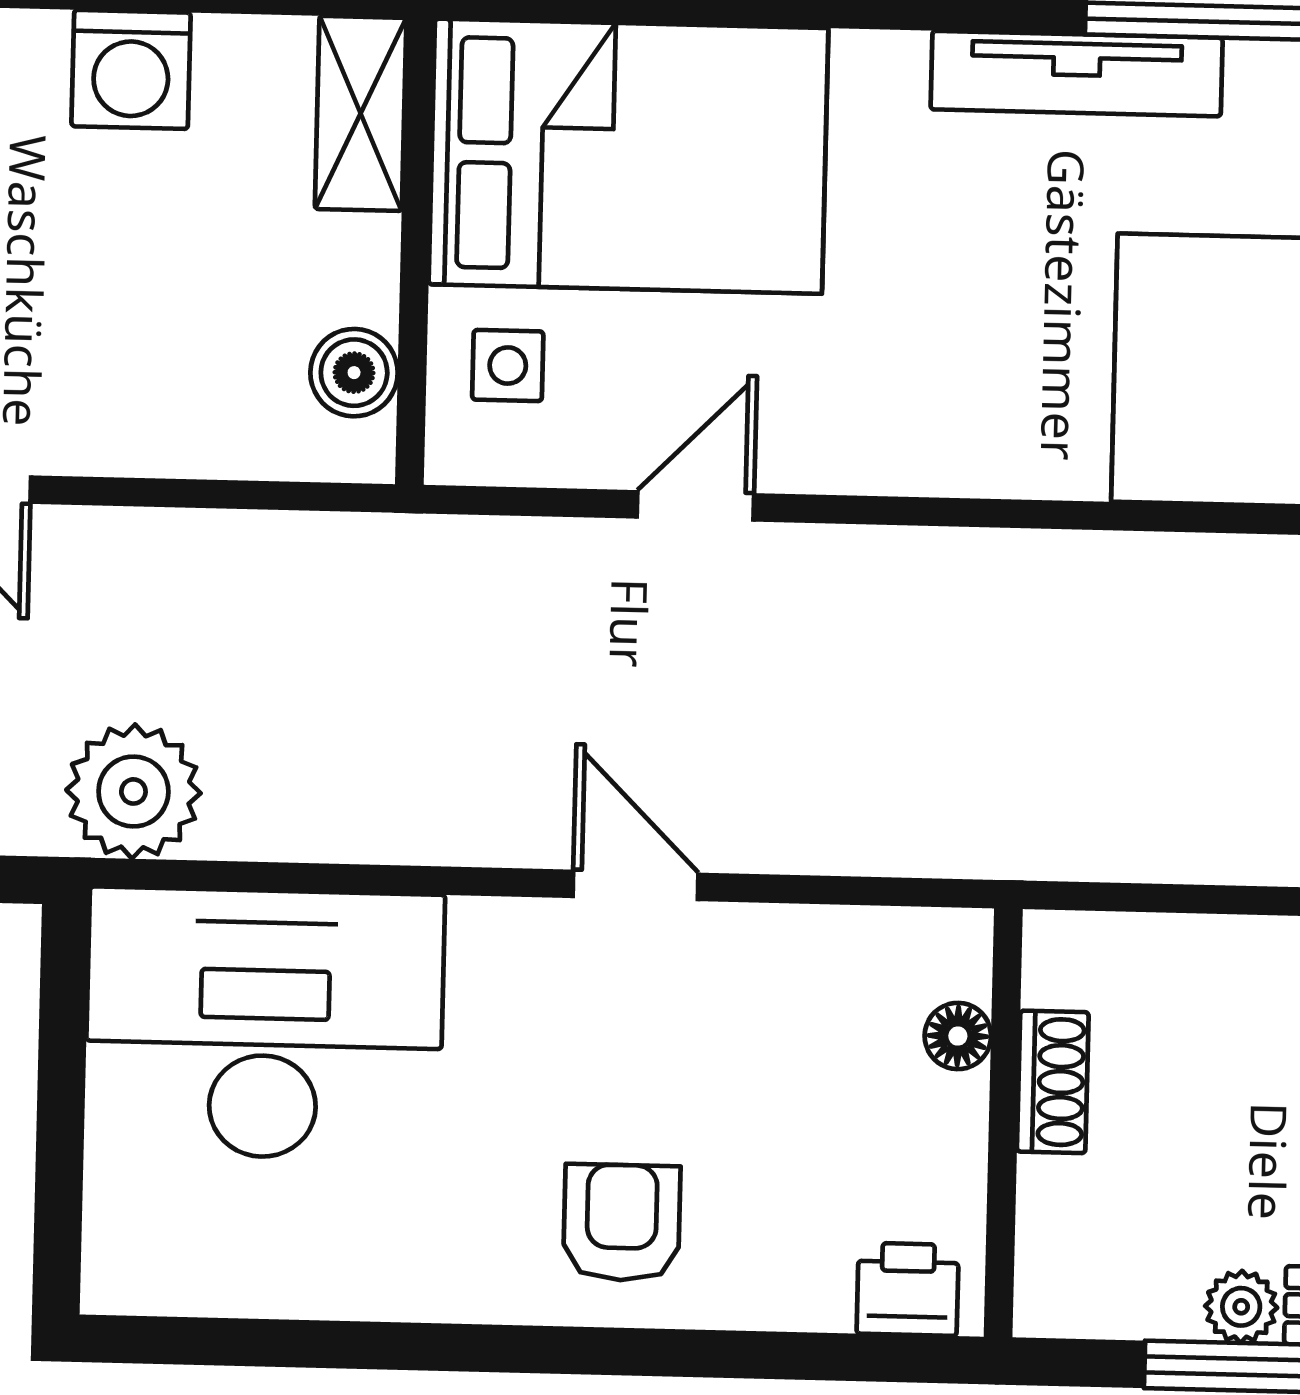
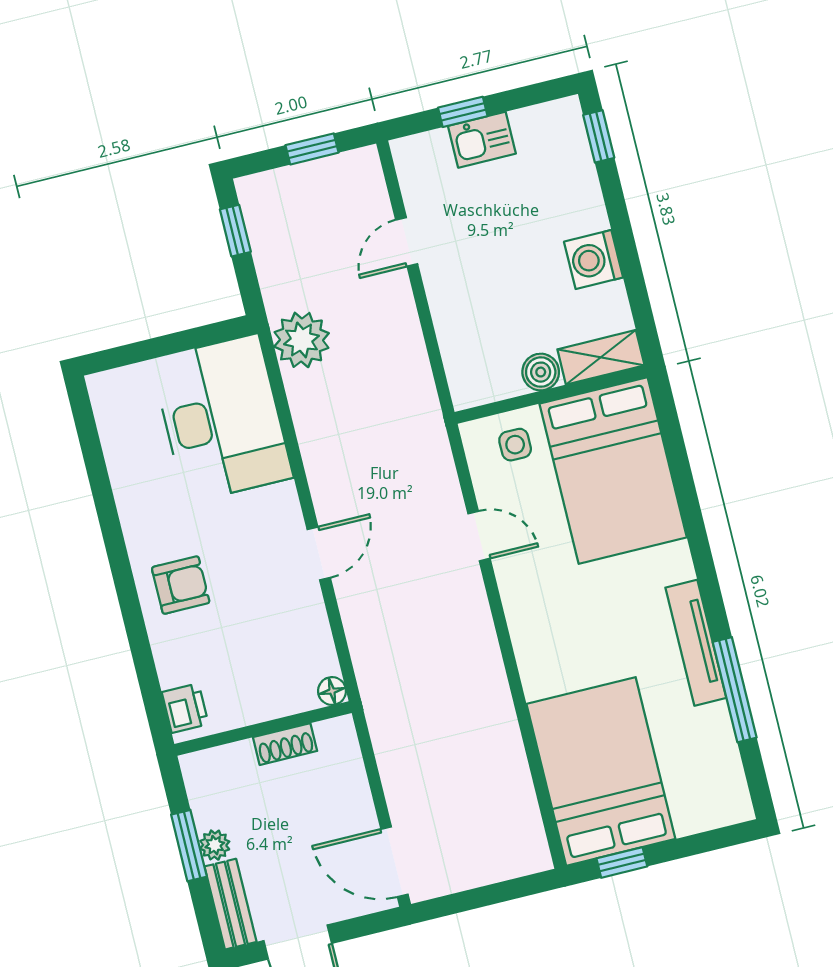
boiler: (354, 373) -> (541, 372), moved
floor lamp: (958, 1036) -> (332, 691), moved

